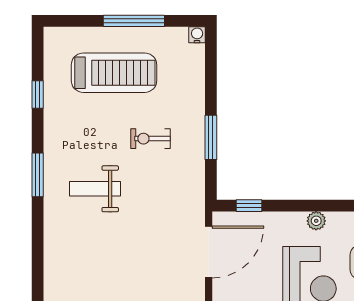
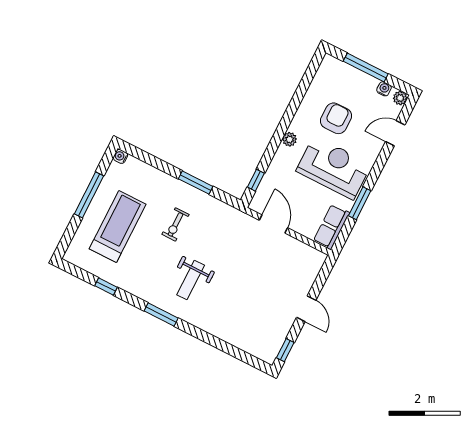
door: (209, 252) -> (273, 224), width x0.73

